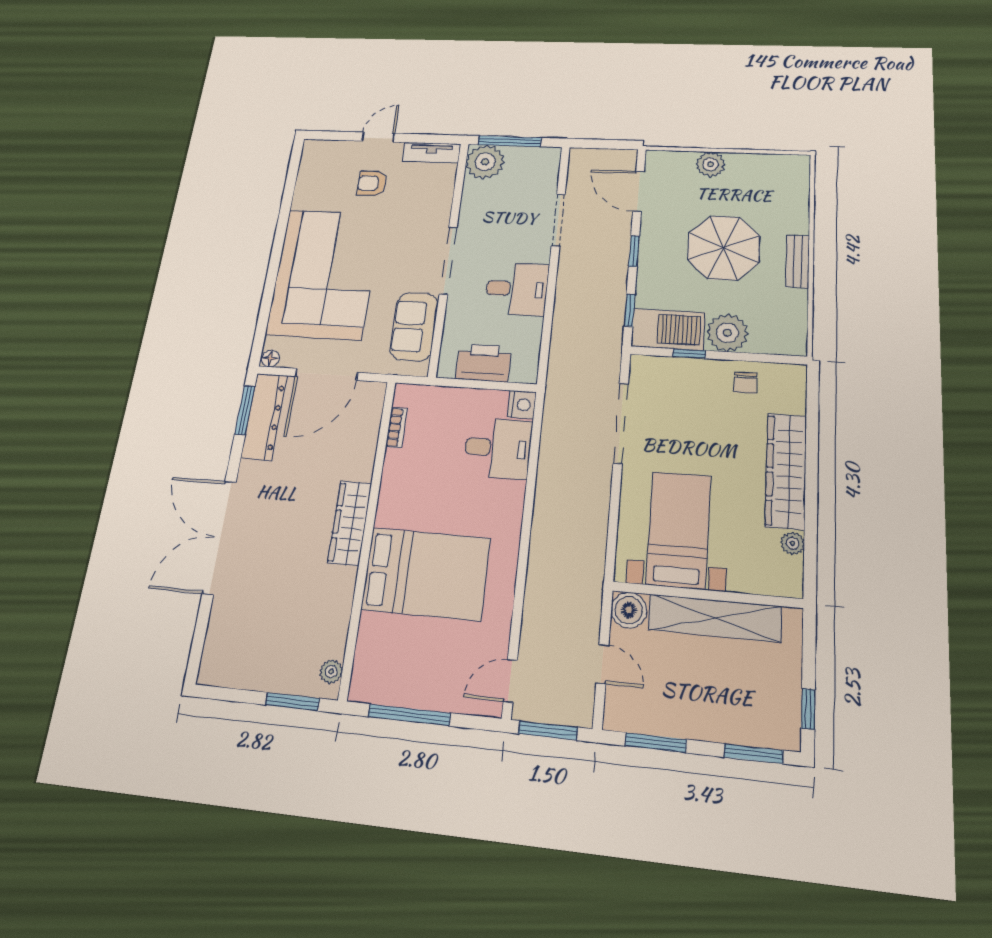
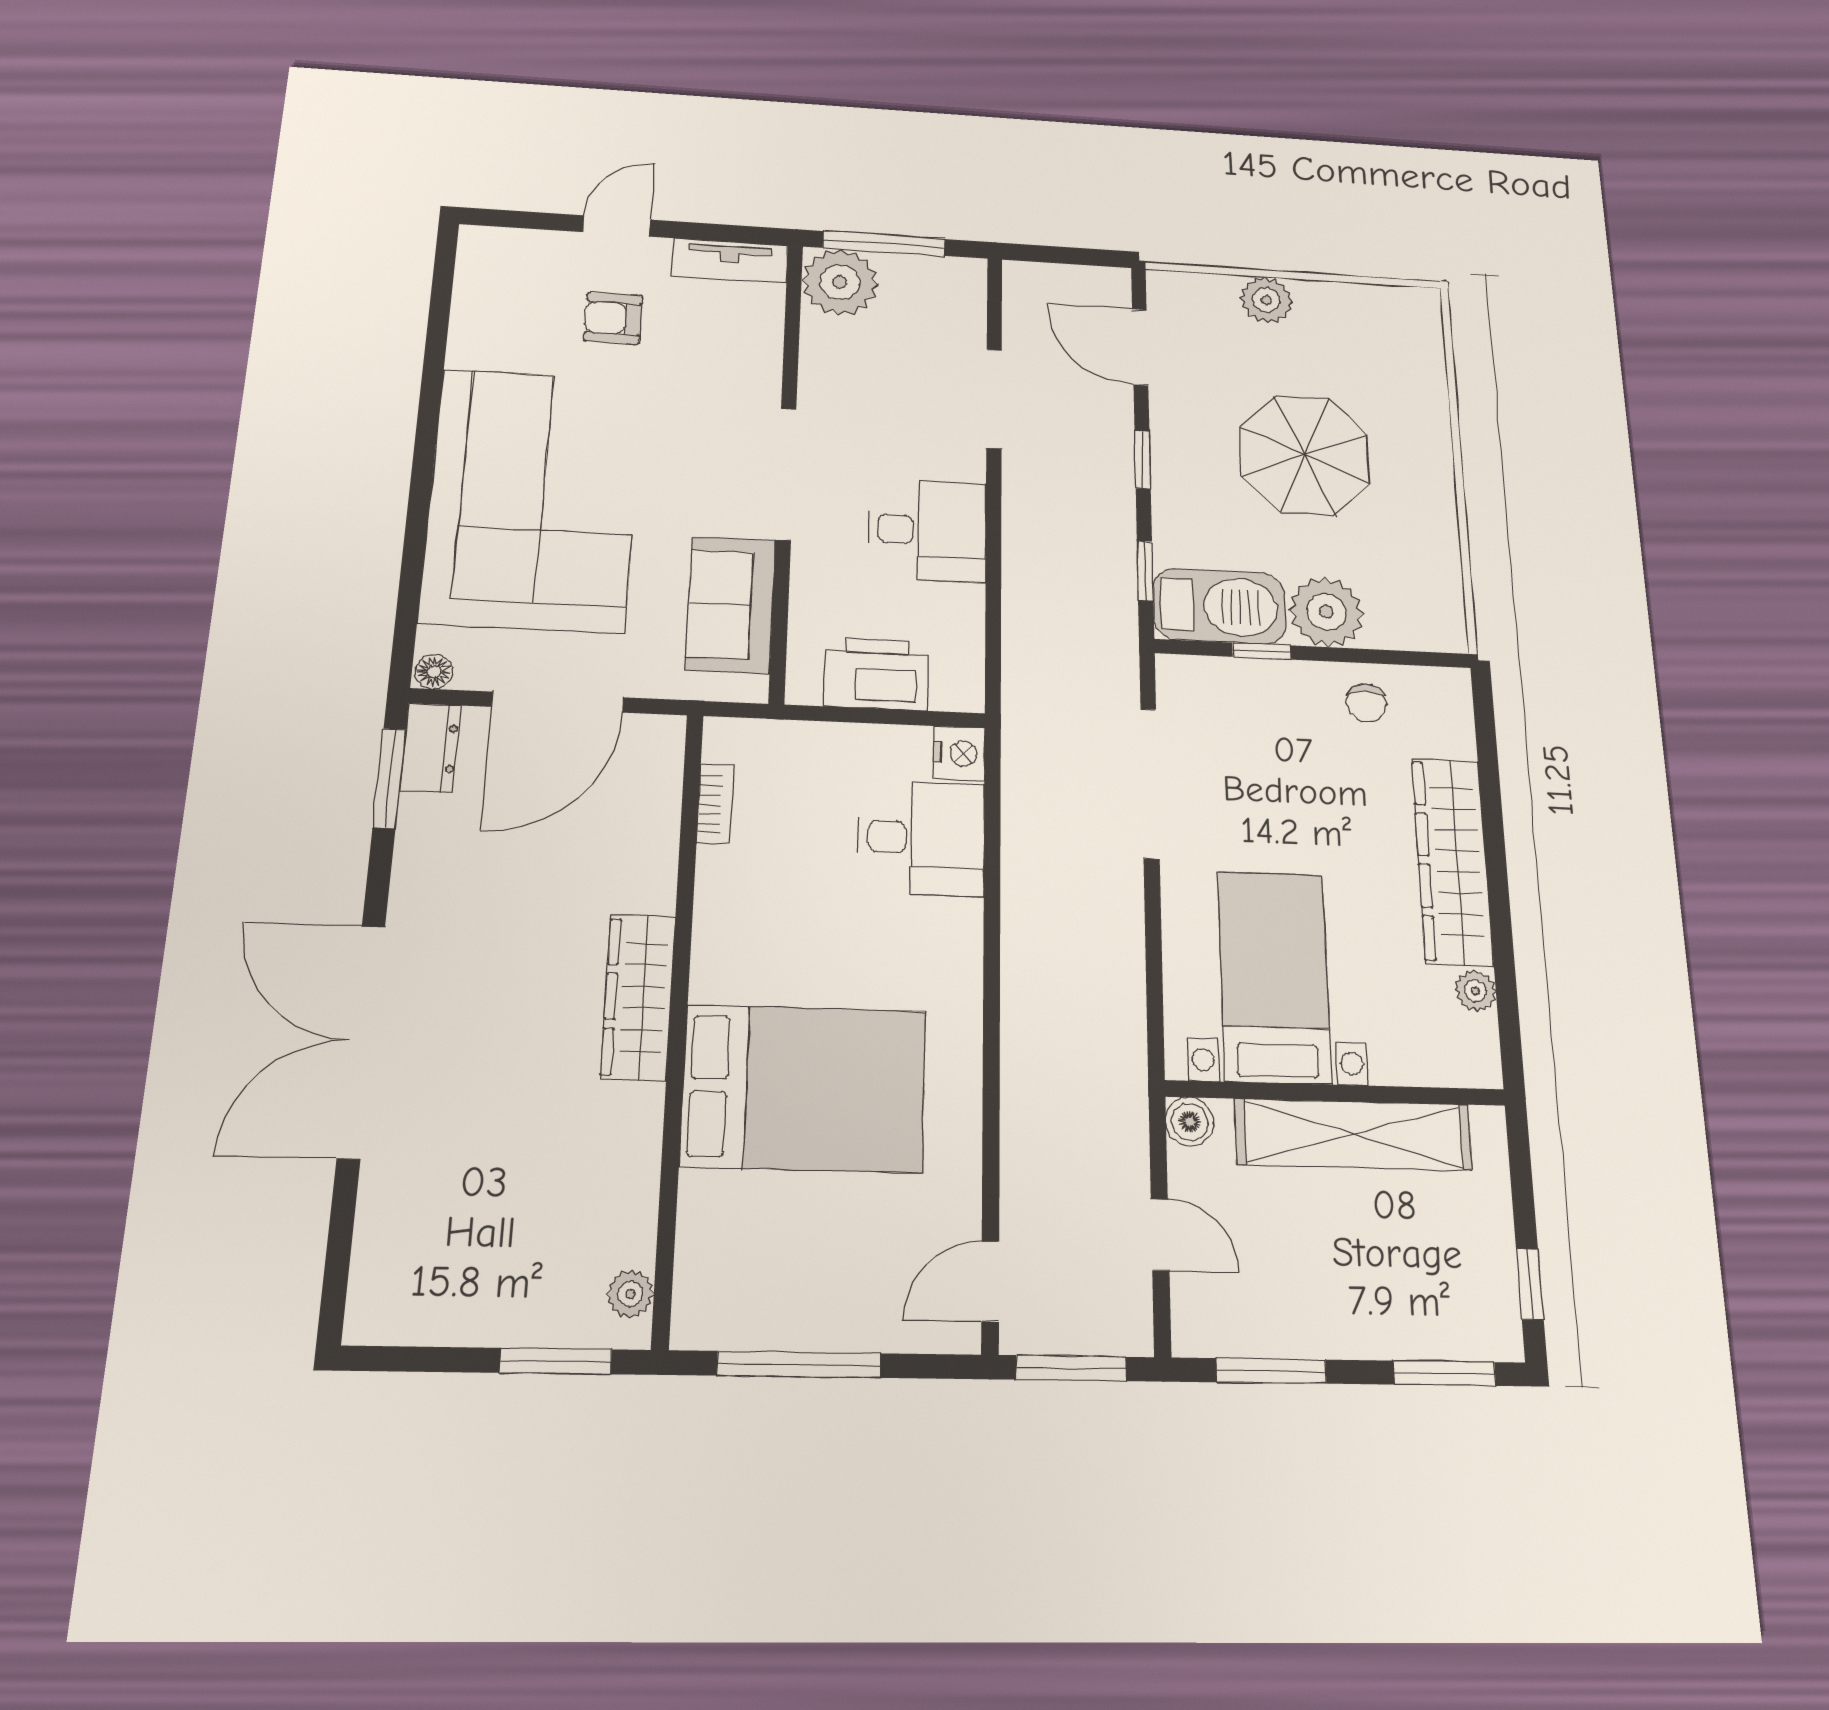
bench: (798, 261) -> (1436, 481), removed
dresser: (264, 417) -> (431, 748), width x0.51, depth x0.80
boiler: (629, 610) -> (1190, 1122), width x0.73, depth x0.73

